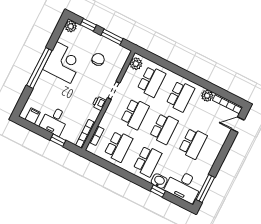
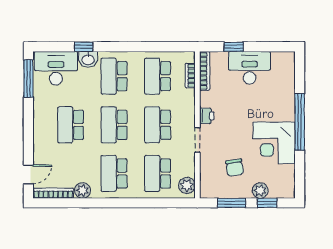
plant: (71, 26) -> (260, 190), moved
filing cabinet: (33, 116) -> (279, 60), removed
desk: (54, 121) -> (250, 68), width x1.37

